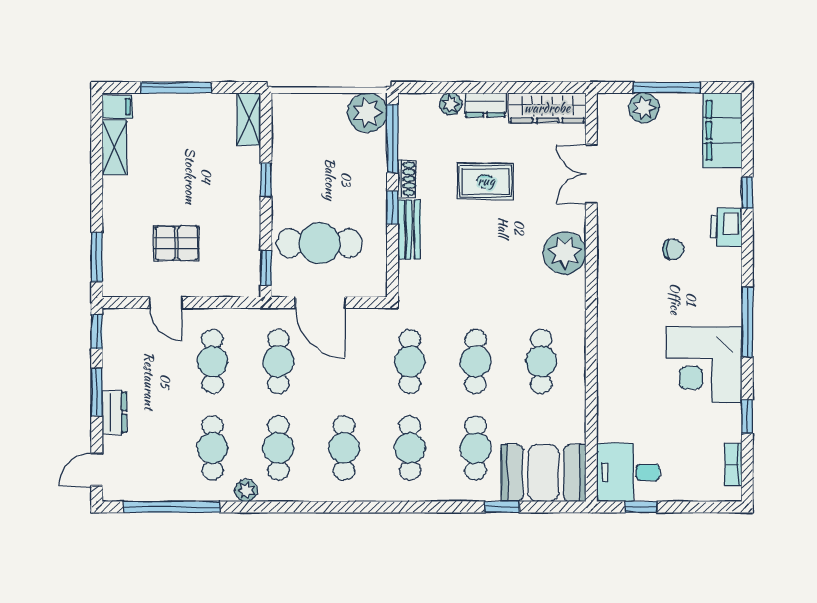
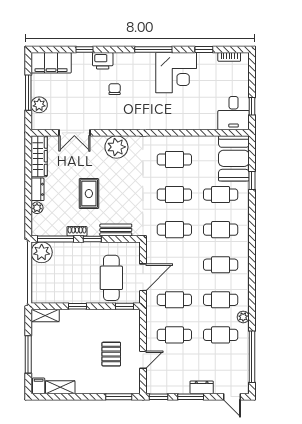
rug: (486, 181) -> (89, 194), moved
bench: (409, 229) -> (116, 230), moved

